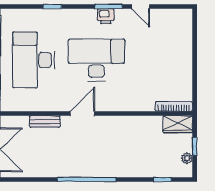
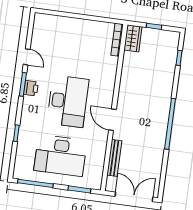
door: (141, 6) -> (27, 57), hinge flipped
desk: (96, 60) -> (68, 101), turned 180
bench: (45, 122) -> (114, 158), width x1.36
plant: (187, 158) -> (163, 34), removed

